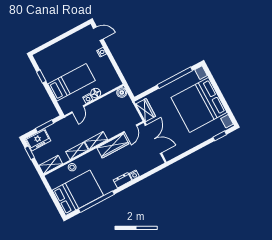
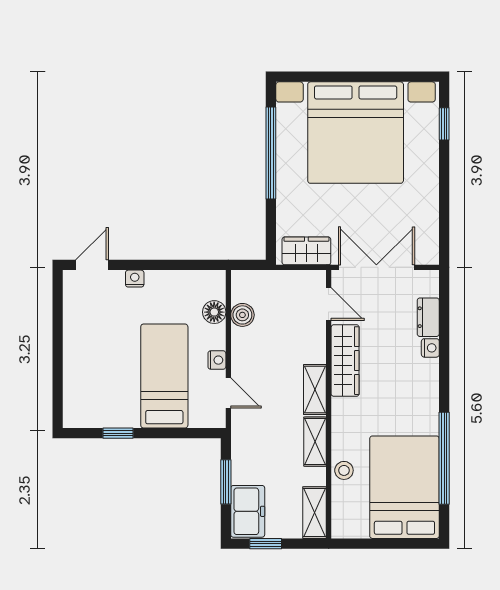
floor lamp: (96, 93) -> (214, 312), moved
boiler: (122, 93) -> (242, 315), moved
dresser: (123, 180) -> (428, 317), moved

